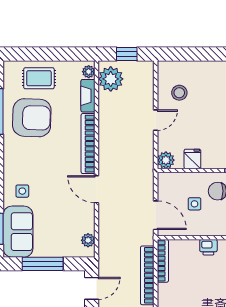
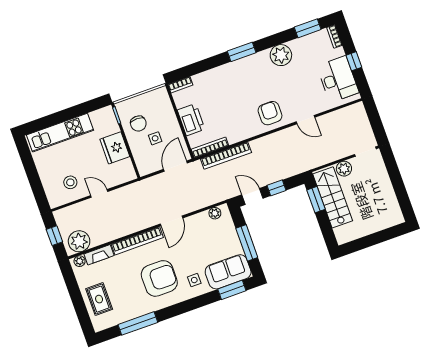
armchair: (32, 118) -> (159, 278), moved, turned 88
fridge: (192, 159) -> (115, 148), width x1.88, depth x1.34
plant: (166, 160) -> (128, 174), removed
printer: (208, 247) -> (191, 120), width x1.87, depth x1.48

